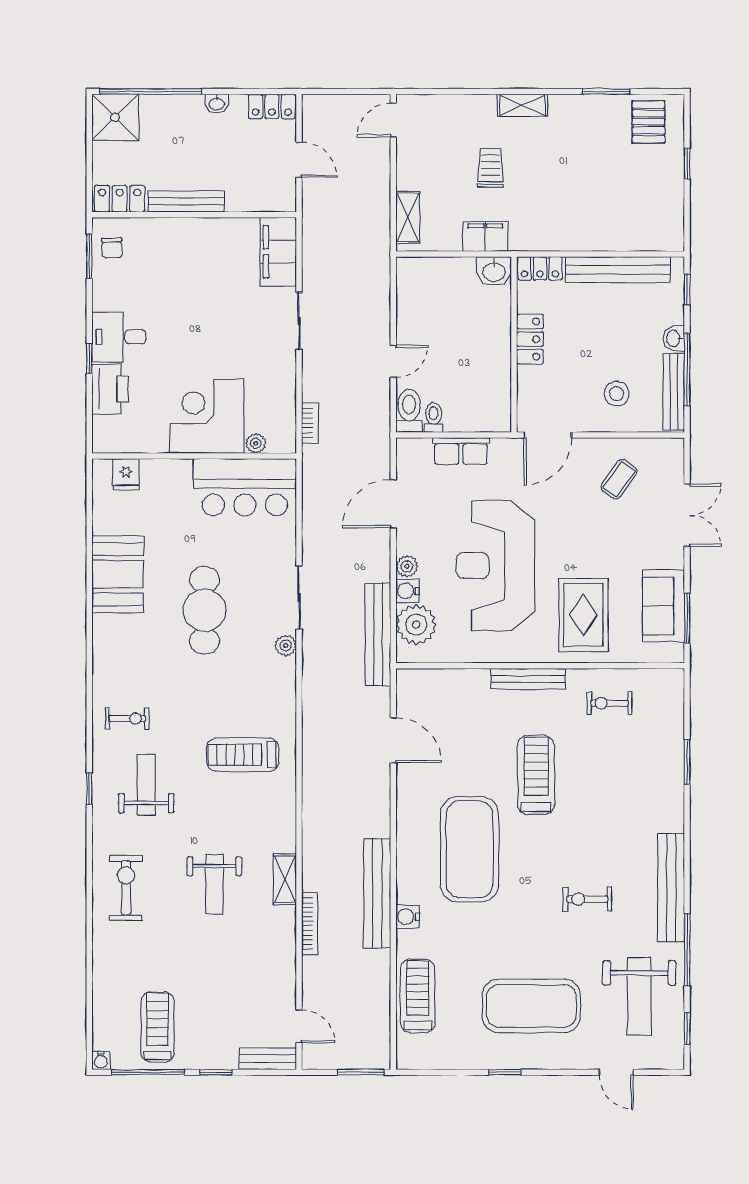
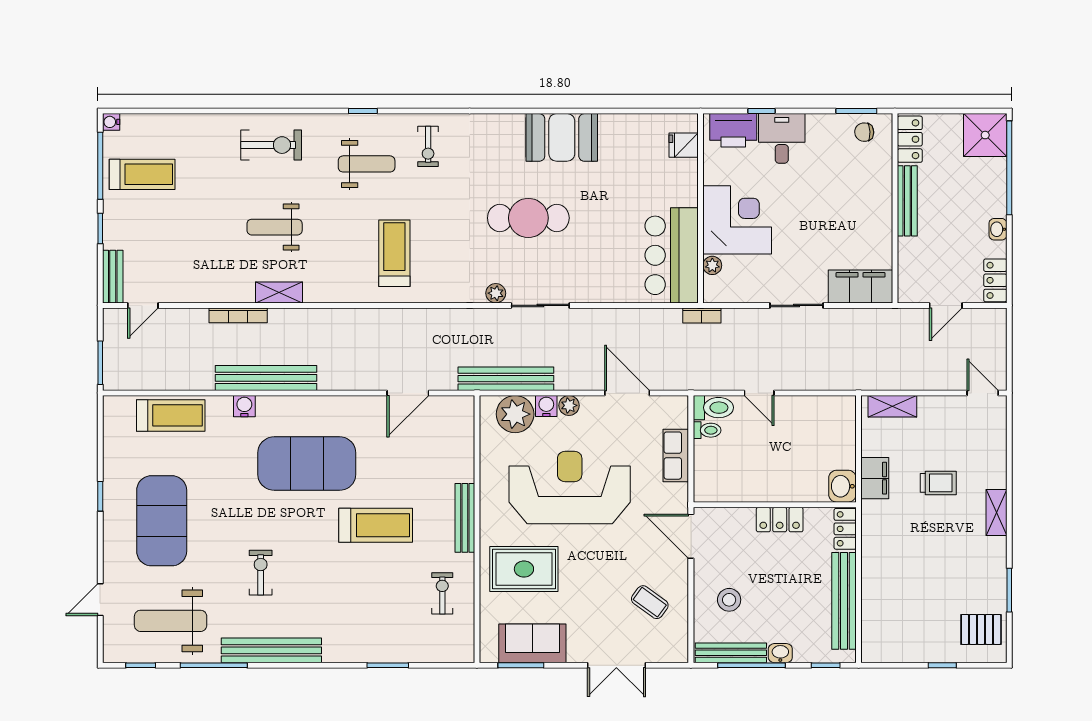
corner desk: (207, 416) -> (737, 220), moved
plant: (256, 443) -> (712, 265), moved
wall: (194, 456) -> (701, 208), moved
fridge: (126, 474) -> (684, 145), moved
bar counter: (245, 487) -> (672, 255), moved

